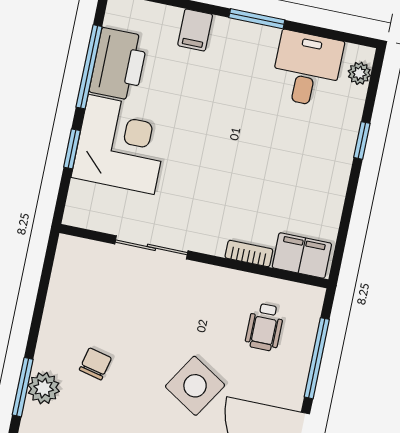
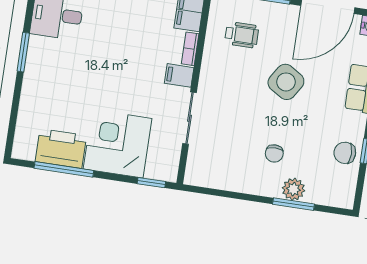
filing cabinet: (195, 30) -> (179, 75), moved, turned 180
window: (72, 149) -> (151, 183), moved
chair: (95, 364) -> (274, 153), turned -103

